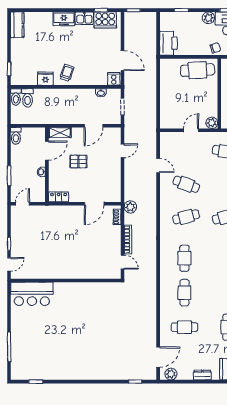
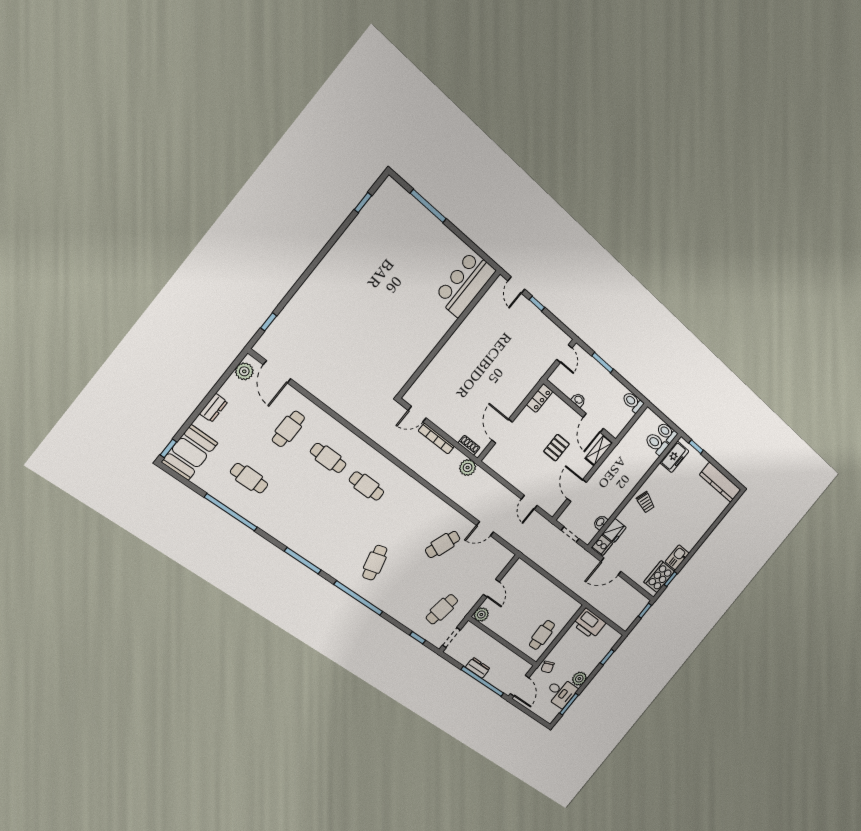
freezer: (64, 19) -> (674, 457), moved, turned 180
kitchen counter: (17, 25) -> (720, 482), width x1.50
cafe table: (197, 70) -> (542, 635), width x0.73, depth x0.74
fridge: (45, 79) -> (614, 531), moved
cafe table: (186, 217) -> (409, 520), removed

